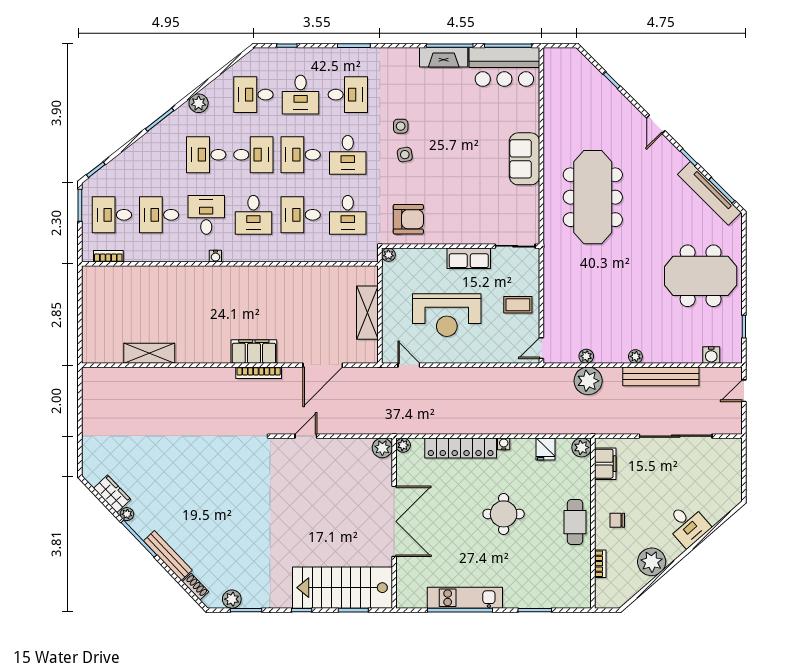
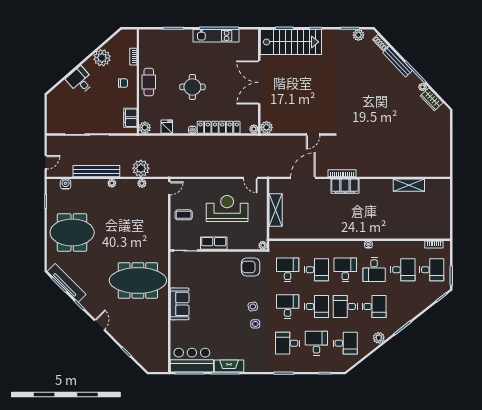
meeting table: (593, 197) -> (138, 280), turned 90

